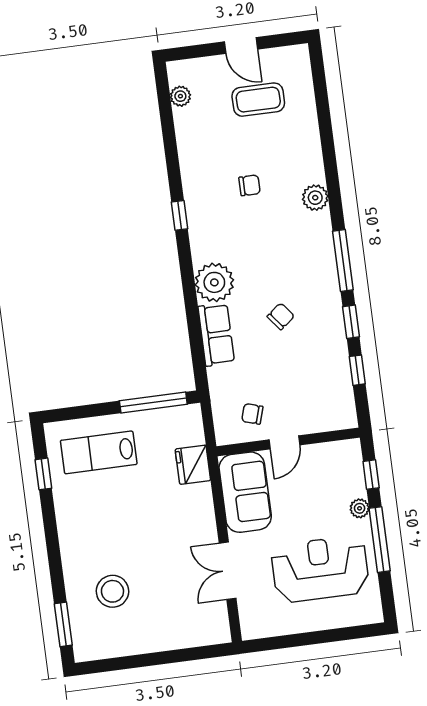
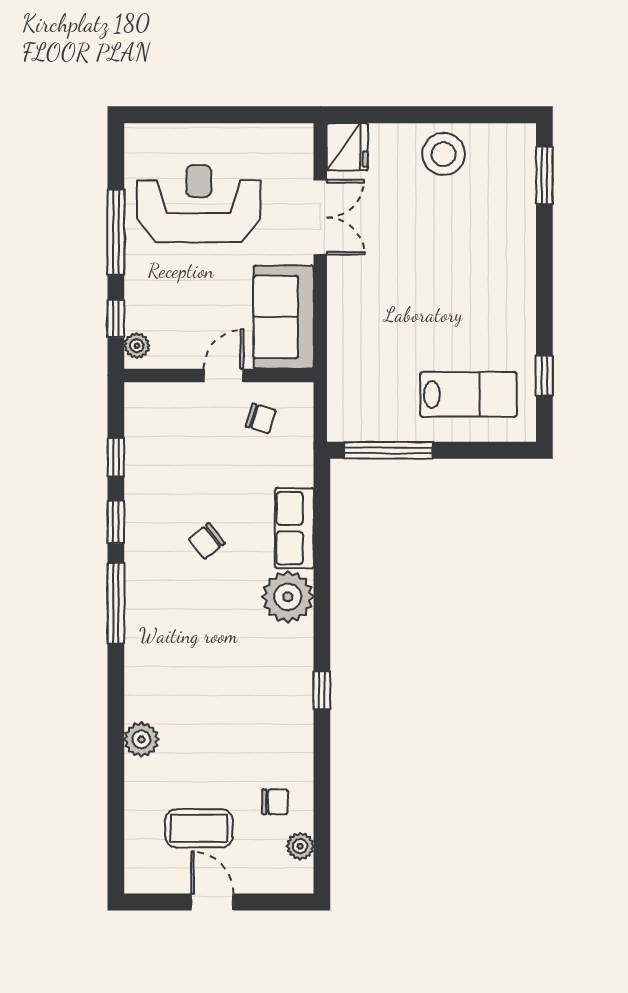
chair: (250, 185) -> (275, 802), moved, turned 180
plant: (315, 198) -> (141, 739), moved
fridge: (193, 465) -> (347, 147), moved
plant: (360, 508) -> (137, 346), moved
reception desk: (320, 569) -> (199, 204), turned 180
stool: (112, 591) -> (444, 154), moved

